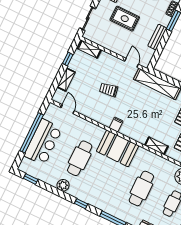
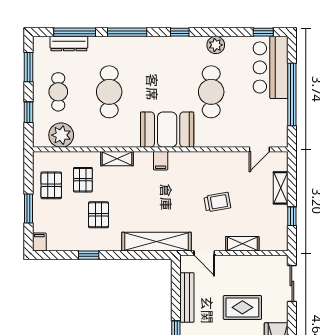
bench: (157, 37) -> (187, 297), width x1.36
shelving: (89, 49) -> (242, 244), moved
door: (68, 109) -> (259, 149), hinge flipped
filing cabinet: (116, 124) -> (161, 161), moved
bar counter: (43, 142) -> (271, 67), moved

